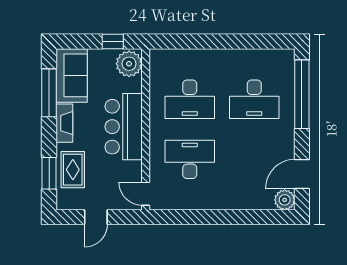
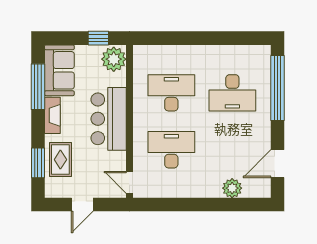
desk: (190, 99) -> (171, 93), turned 180
plant: (285, 200) -> (232, 188), moved

